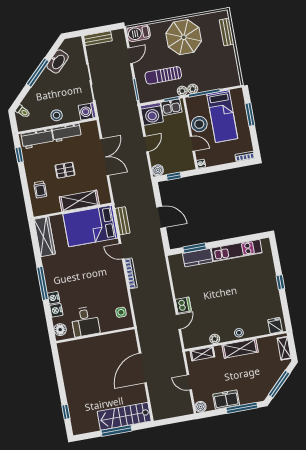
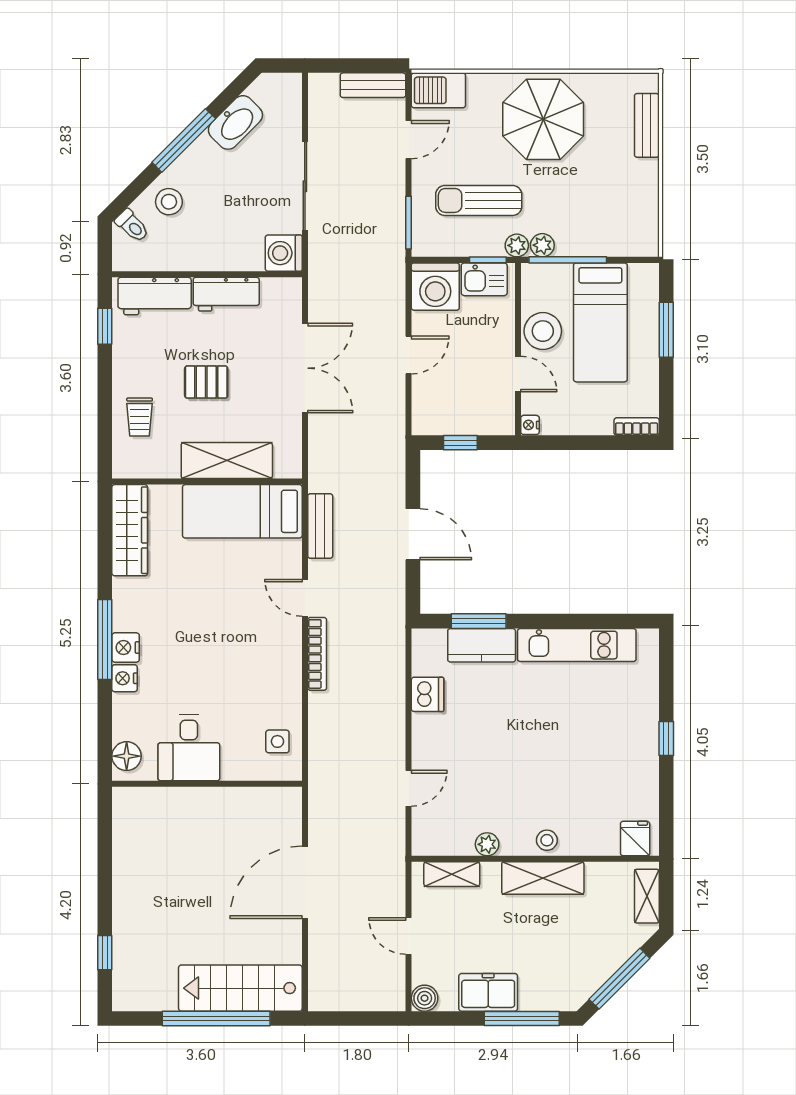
bench: (98, 38) -> (373, 85), moved
stool: (57, 115) -> (169, 202), moved
boiler: (158, 170) -> (425, 422), removed
bed: (90, 226) -> (242, 511), width x0.67
dishwasher: (183, 305) -> (428, 694), moved
nightstand: (56, 310) -> (126, 647), moved
window: (116, 431) -> (216, 1019), width x1.46

